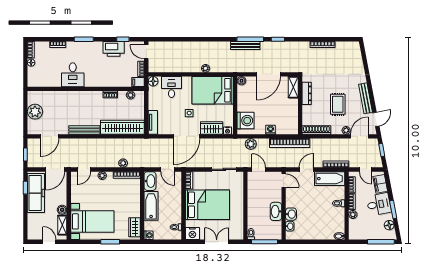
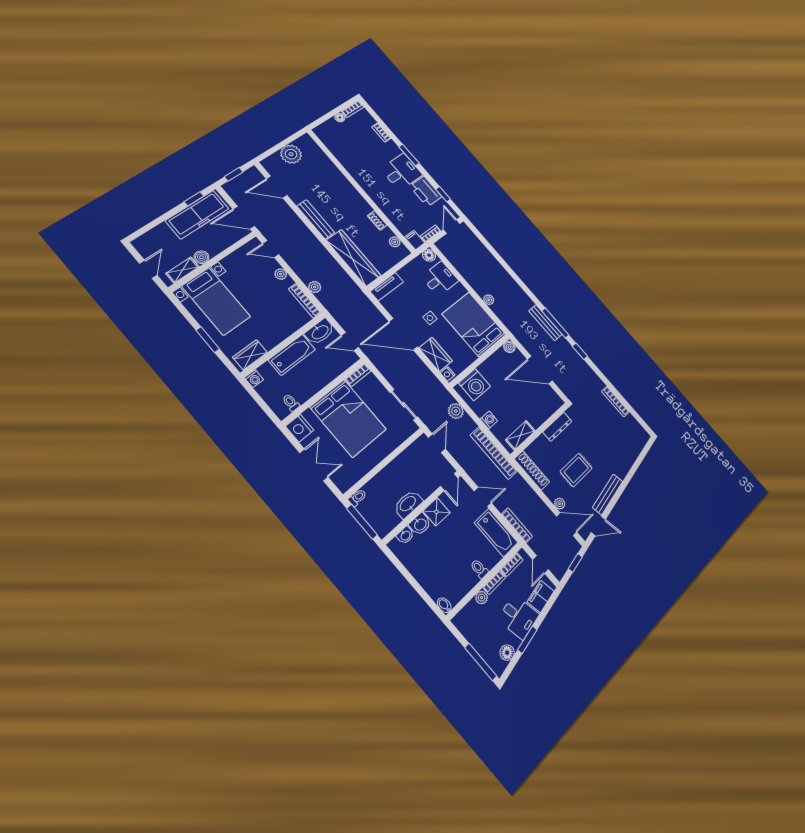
desk: (73, 75) -> (402, 172), moved, turned 180
shelving: (293, 87) -> (520, 435), moved
door: (168, 169) -> (350, 342), hinge flipped
shower: (292, 200) -> (436, 512), added

